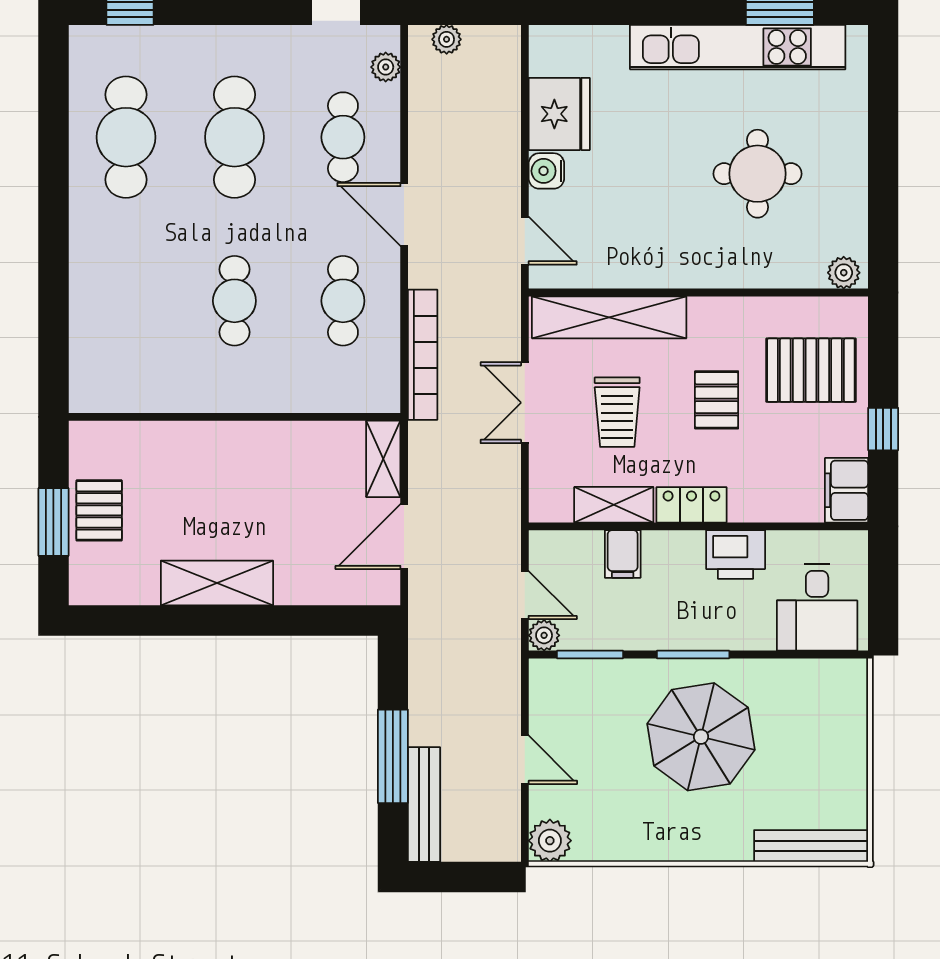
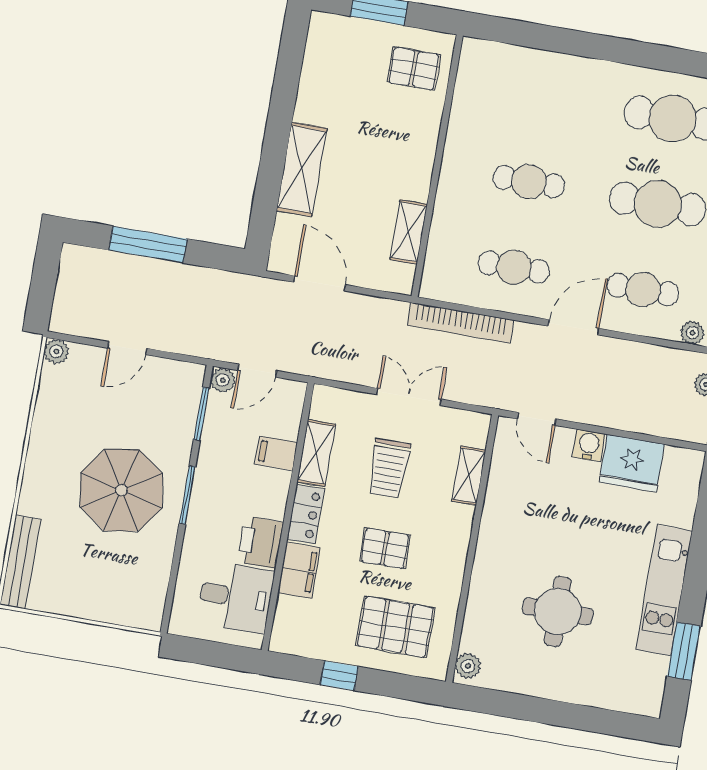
kitchen unit: (738, 47) -> (664, 590), width x0.73
door: (525, 241) -> (537, 419), hinge flipped
shelving: (609, 317) -> (469, 476), width x0.45, depth x0.75
pallet: (811, 370) -> (395, 627), turned 90
trolley: (617, 412) -> (389, 468), turned -90
shelving: (383, 459) -> (409, 232), moved, turned 90
filing cabinet: (846, 490) -> (299, 570), moved, turned 90
pallet: (99, 510) -> (414, 69), moved
shelving: (217, 583) -> (302, 169), moved
desk: (817, 607) -> (236, 597), moved, turned 180
bench: (424, 804) -> (106, 263), removed
plant: (550, 841) -> (56, 351), width x0.73, depth x0.73

